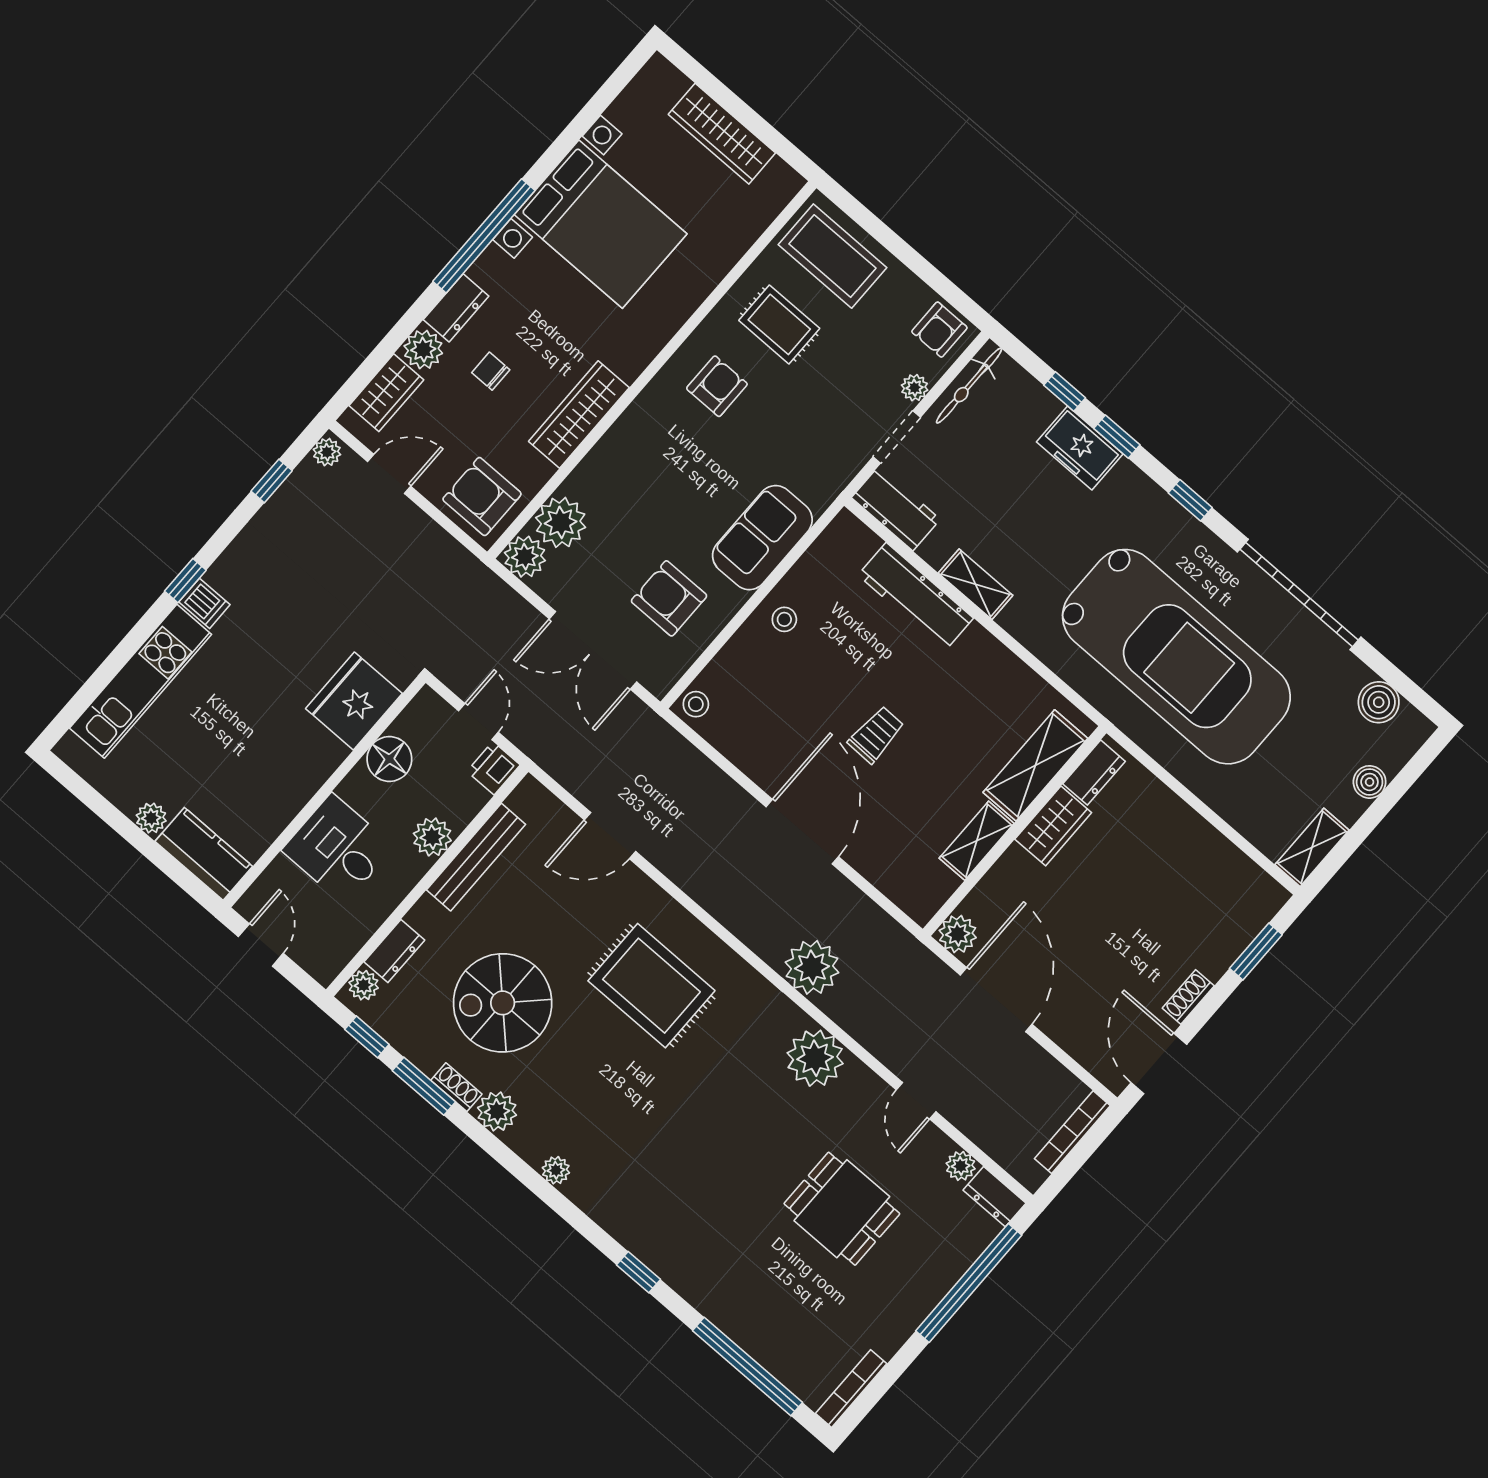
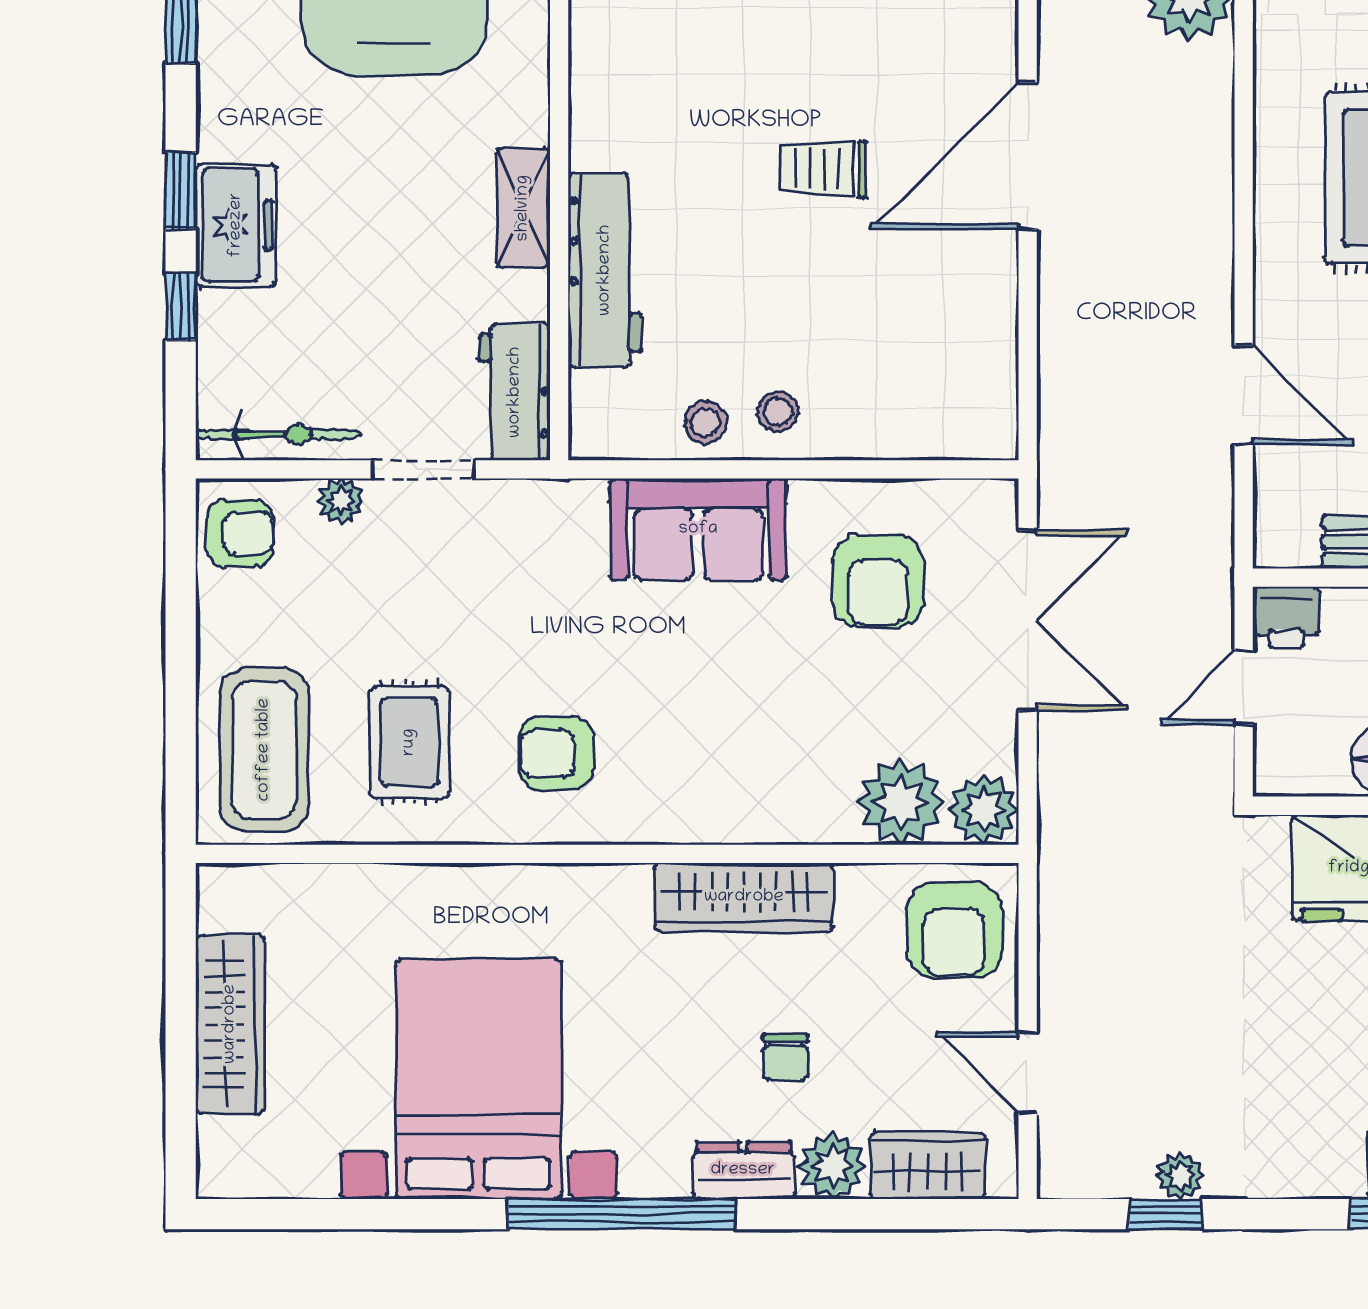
plant: (327, 452) -> (1180, 1176), moved
stool: (696, 704) -> (705, 422), moved

